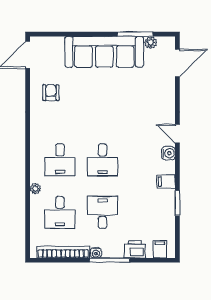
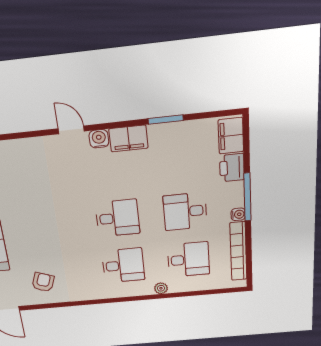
armchair: (51, 93) -> (43, 282), turned 110
door: (177, 134) -> (71, 130), swing flipped
filing cabinet: (166, 182) -> (128, 138), width x2.00
filing cabinet: (160, 249) -> (231, 136), width x2.00

